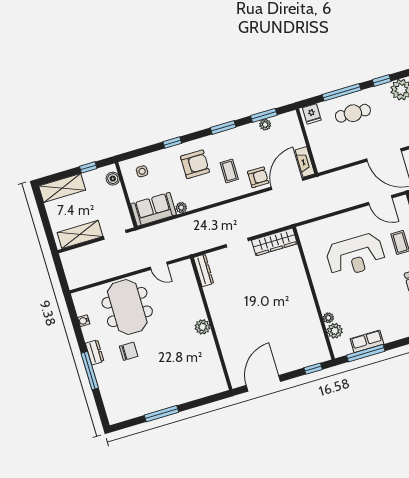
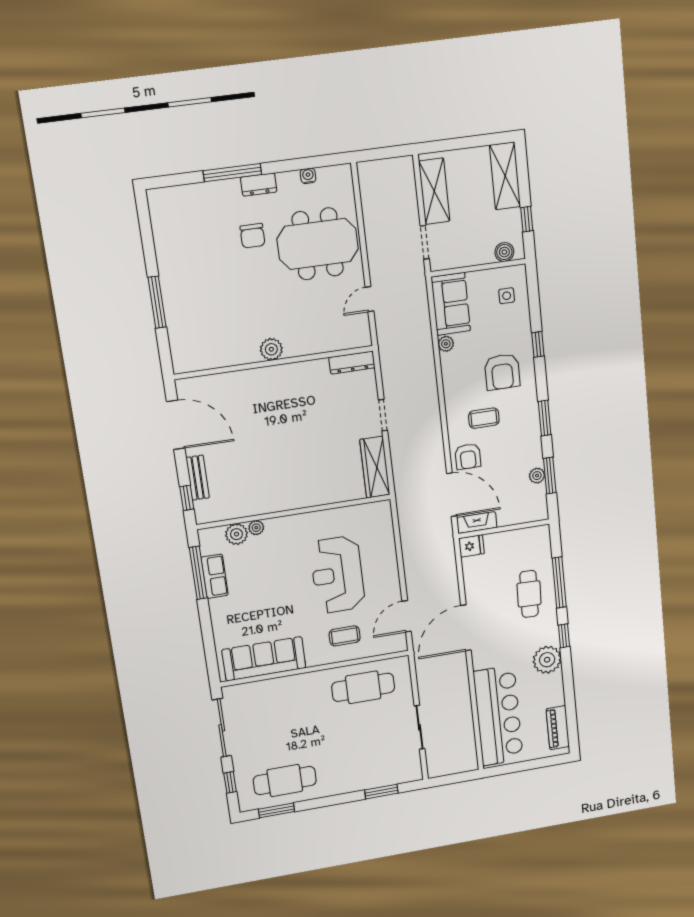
fridge: (312, 114) -> (471, 546), moved, turned 180
bench: (298, 363) -> (198, 478), added
window: (162, 414) -> (157, 302), moved

